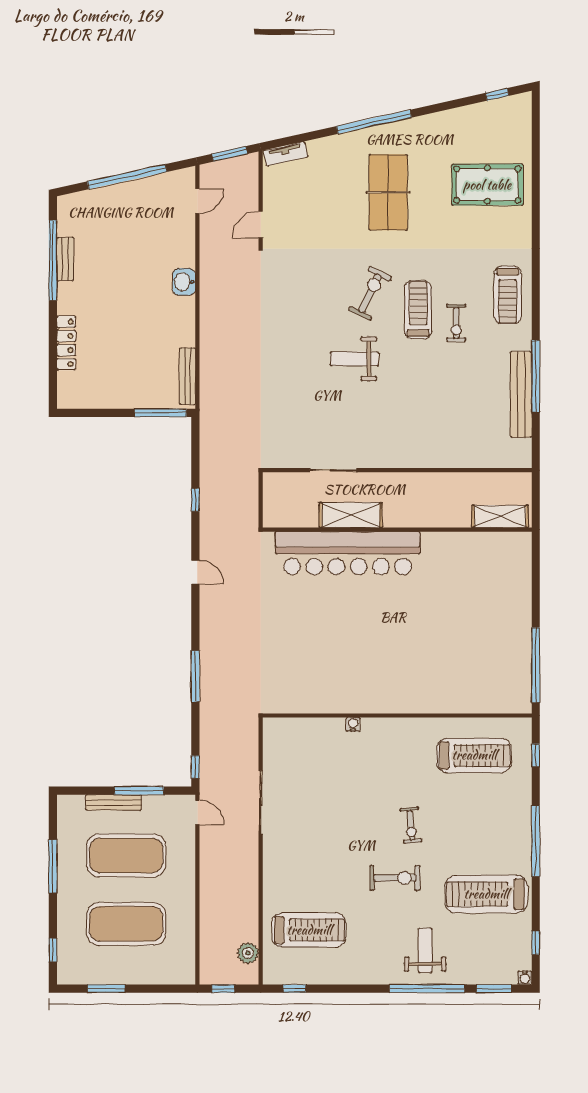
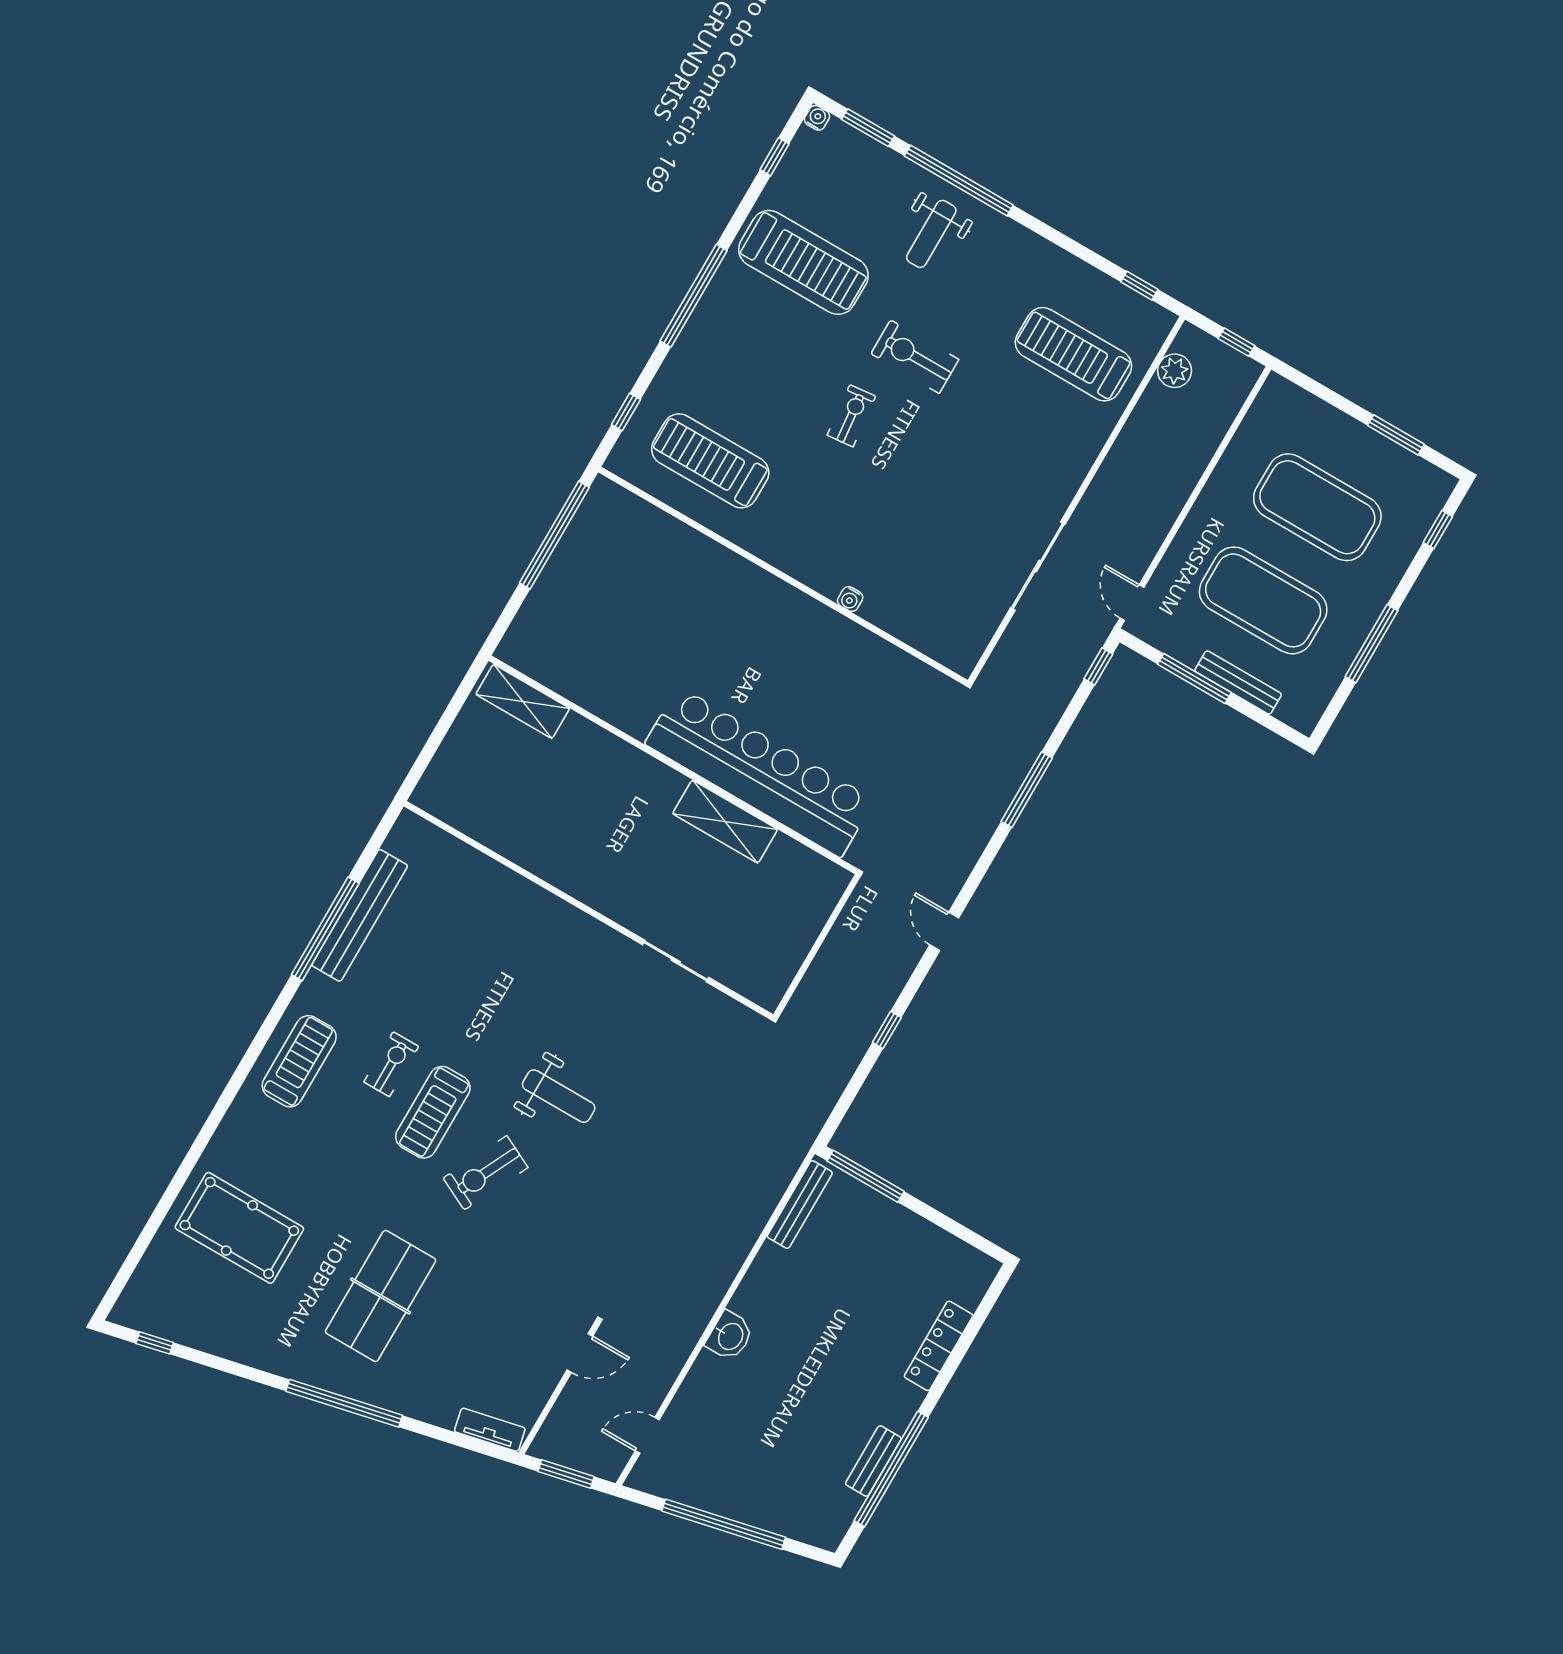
shelving: (351, 515) -> (725, 821), moved
shelving: (500, 516) -> (523, 701), moved
wall: (397, 530) -> (673, 765), moved
bar counter: (348, 553) -> (760, 772), moved

